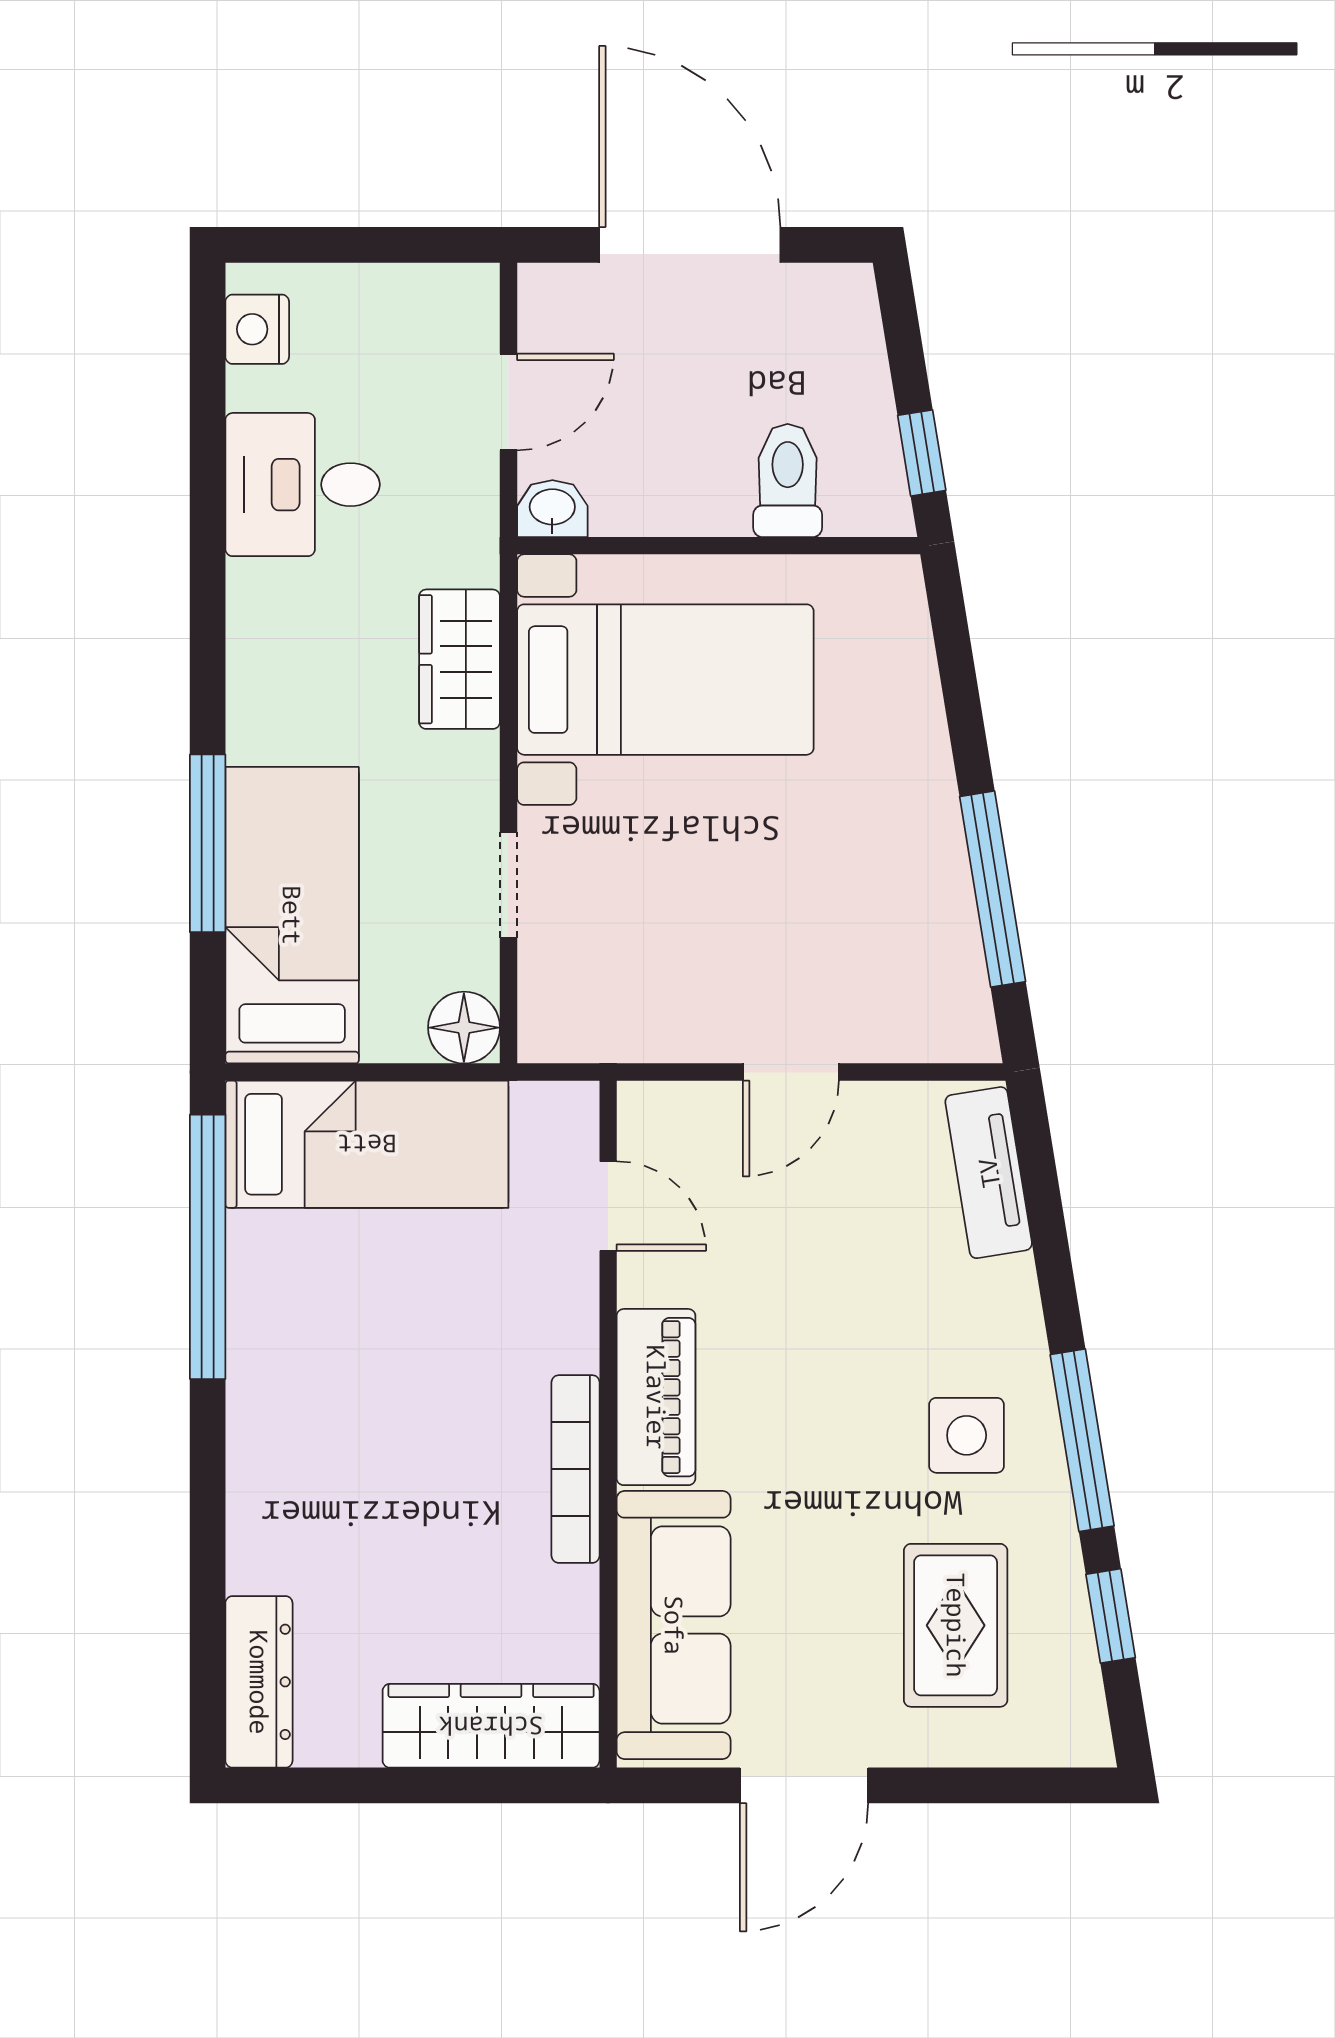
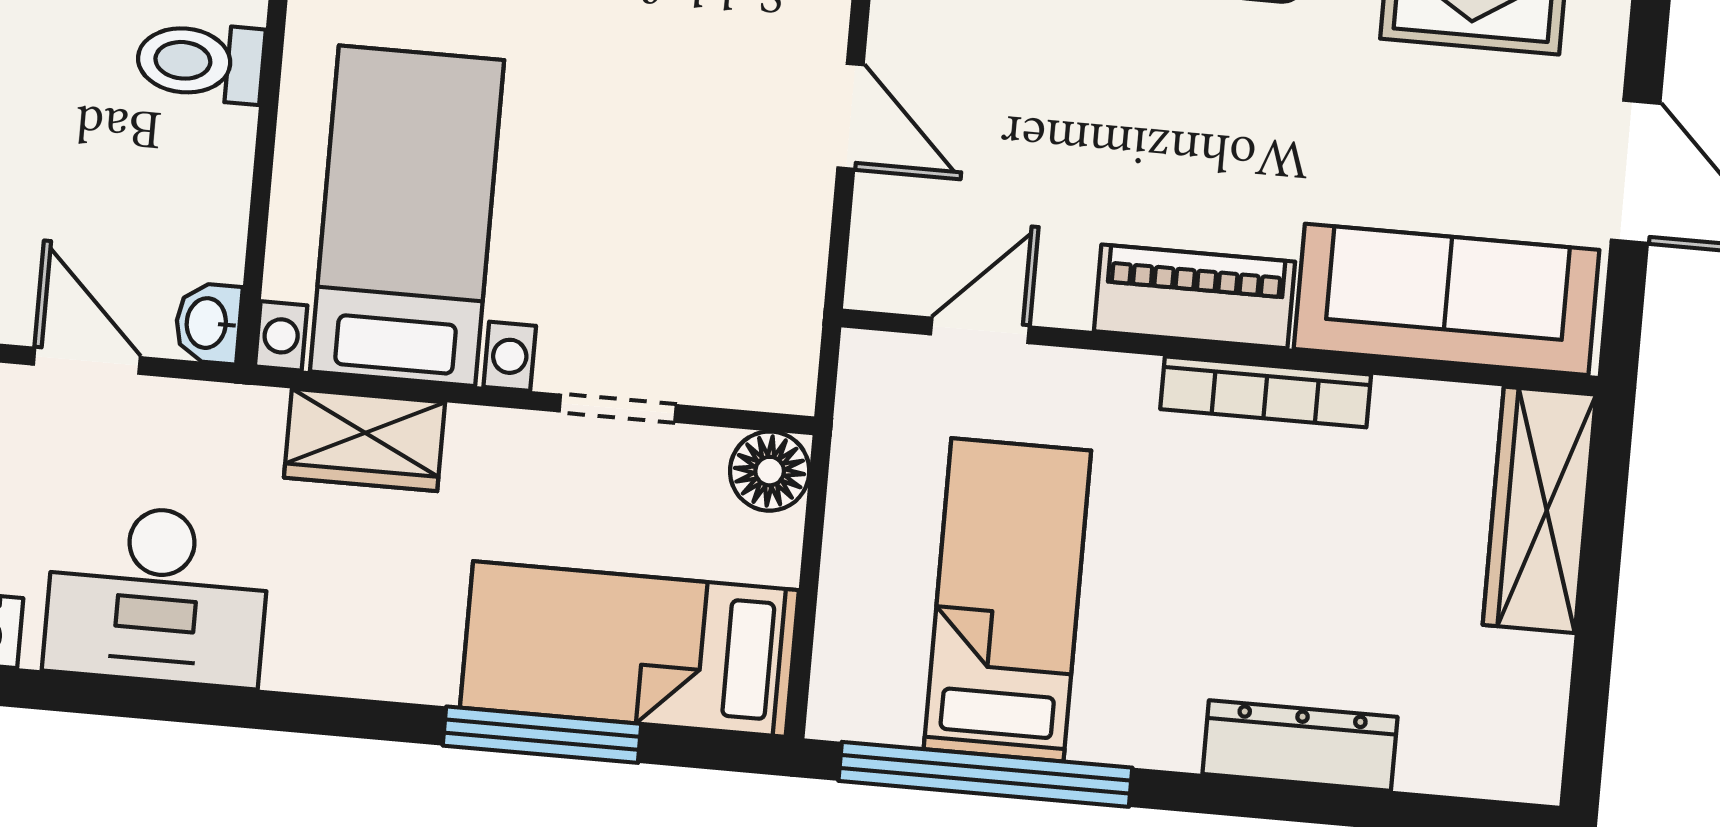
desk: (303, 485) -> (157, 595), width x1.37
bed: (367, 1144) -> (1007, 600), moved
dresser: (259, 1682) -> (1300, 745), moved

